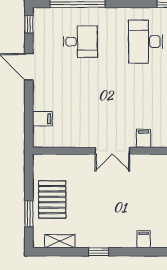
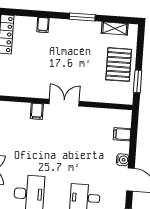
water cooler: (40, 89) -> (123, 160), added
window: (29, 214) -> (138, 81), moved
window: (99, 252) -> (82, 17), width x1.50

